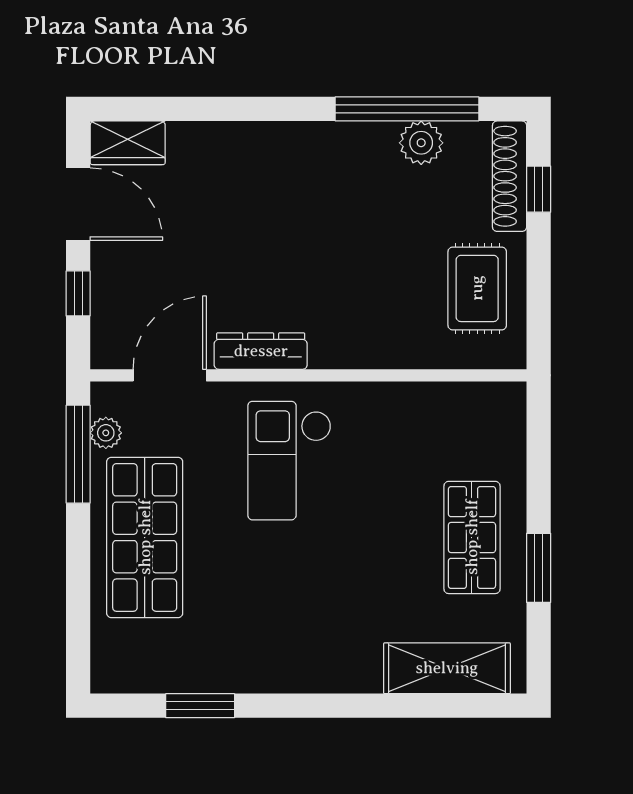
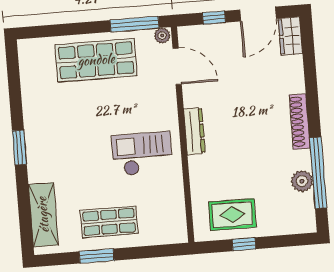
shoe rack: (510, 176) -> (300, 122), moved, turned -90
window: (539, 189) -> (244, 244), moved
dresser: (261, 351) -> (194, 131), moved
plant: (106, 433) -> (162, 36), moved
checkout: (289, 461) -> (142, 154), moved
window: (200, 706) -> (19, 148), moved

